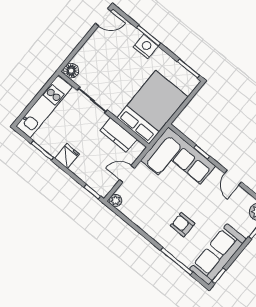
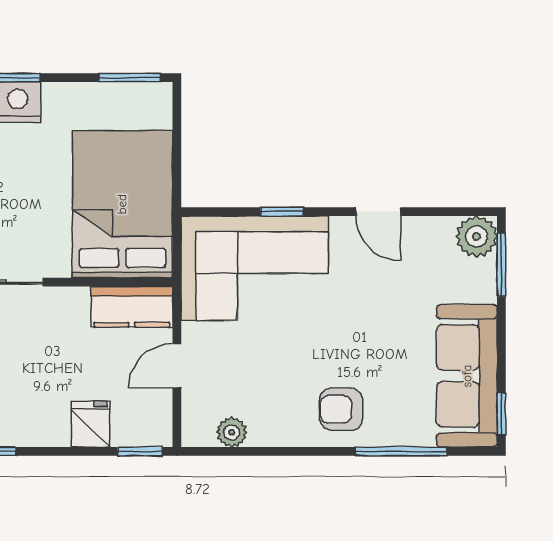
kitchen counter: (119, 135) -> (132, 307), moved
fridge: (67, 156) -> (90, 424), moved
plant: (115, 200) -> (232, 432), moved
armchair: (183, 225) -> (341, 409), moved

